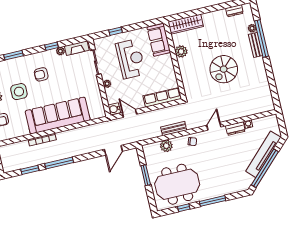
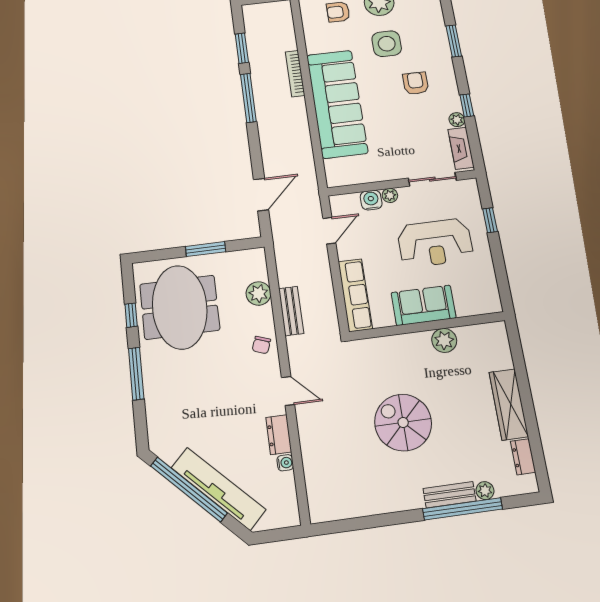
wardrobe: (186, 24) -> (509, 404), moved
sofa: (159, 40) -> (424, 305), moved
water cooler: (114, 109) -> (371, 200), moved
door: (113, 150) -> (261, 195), swing flipped

